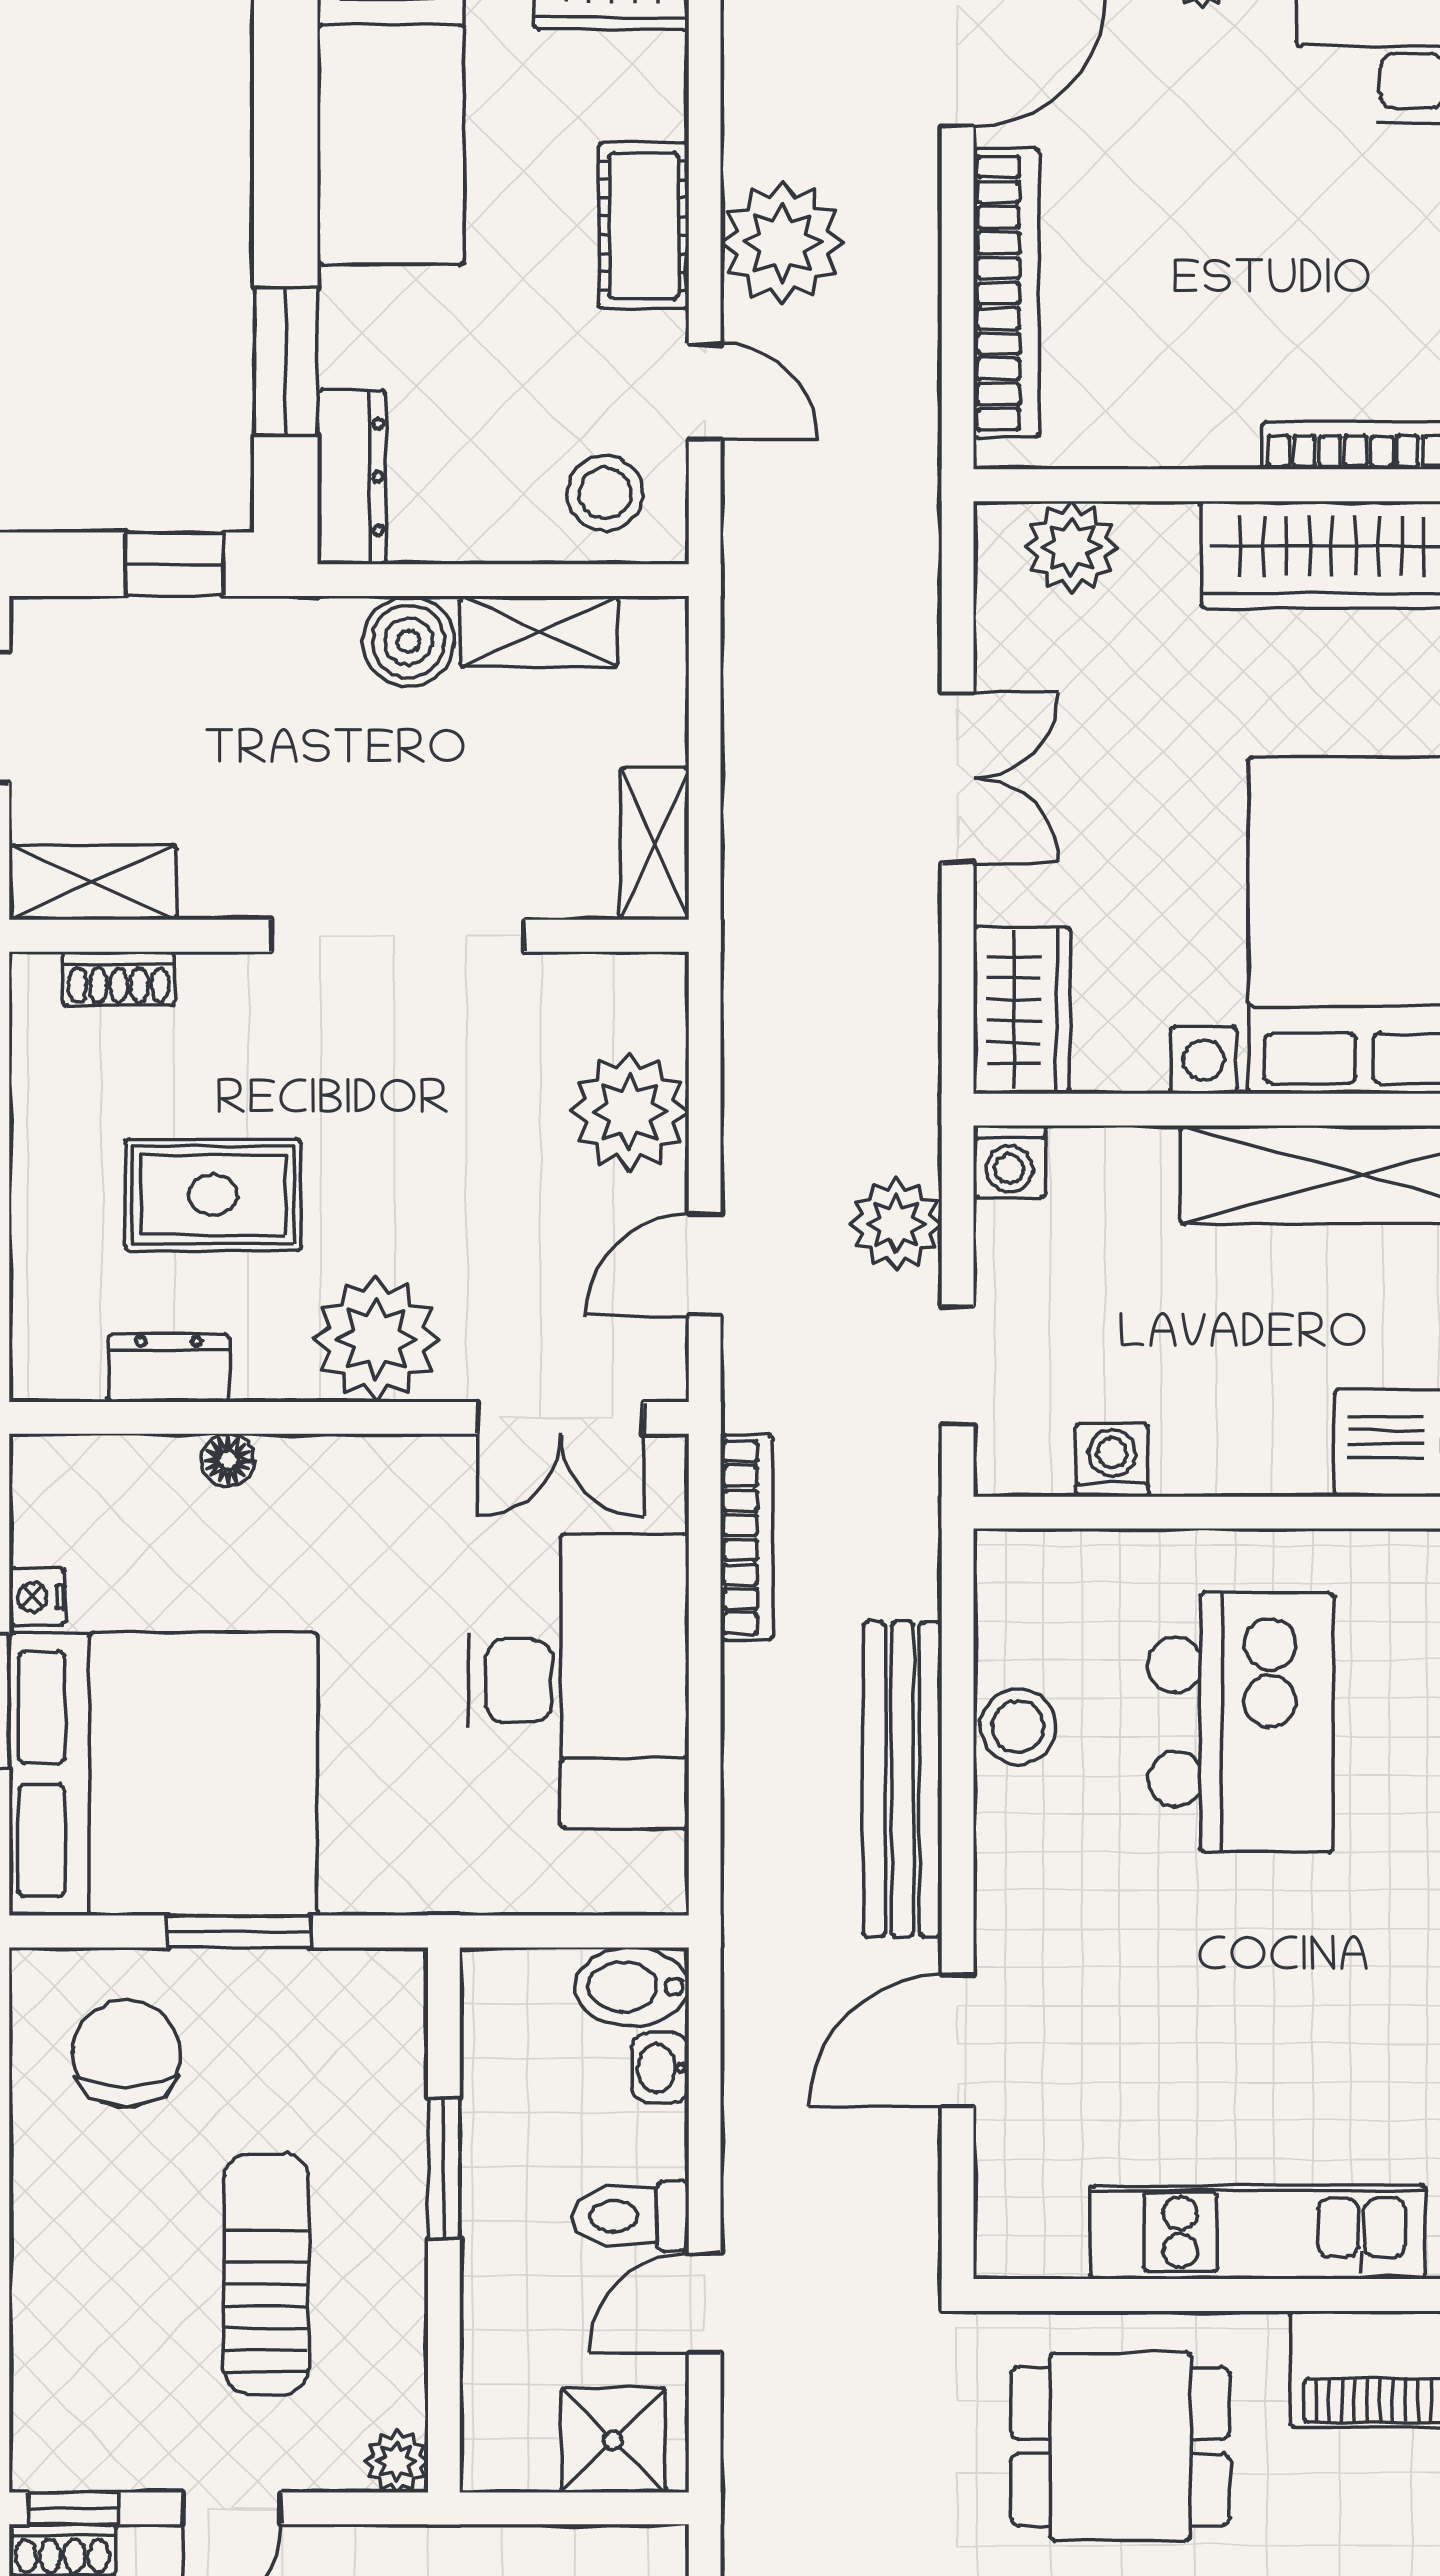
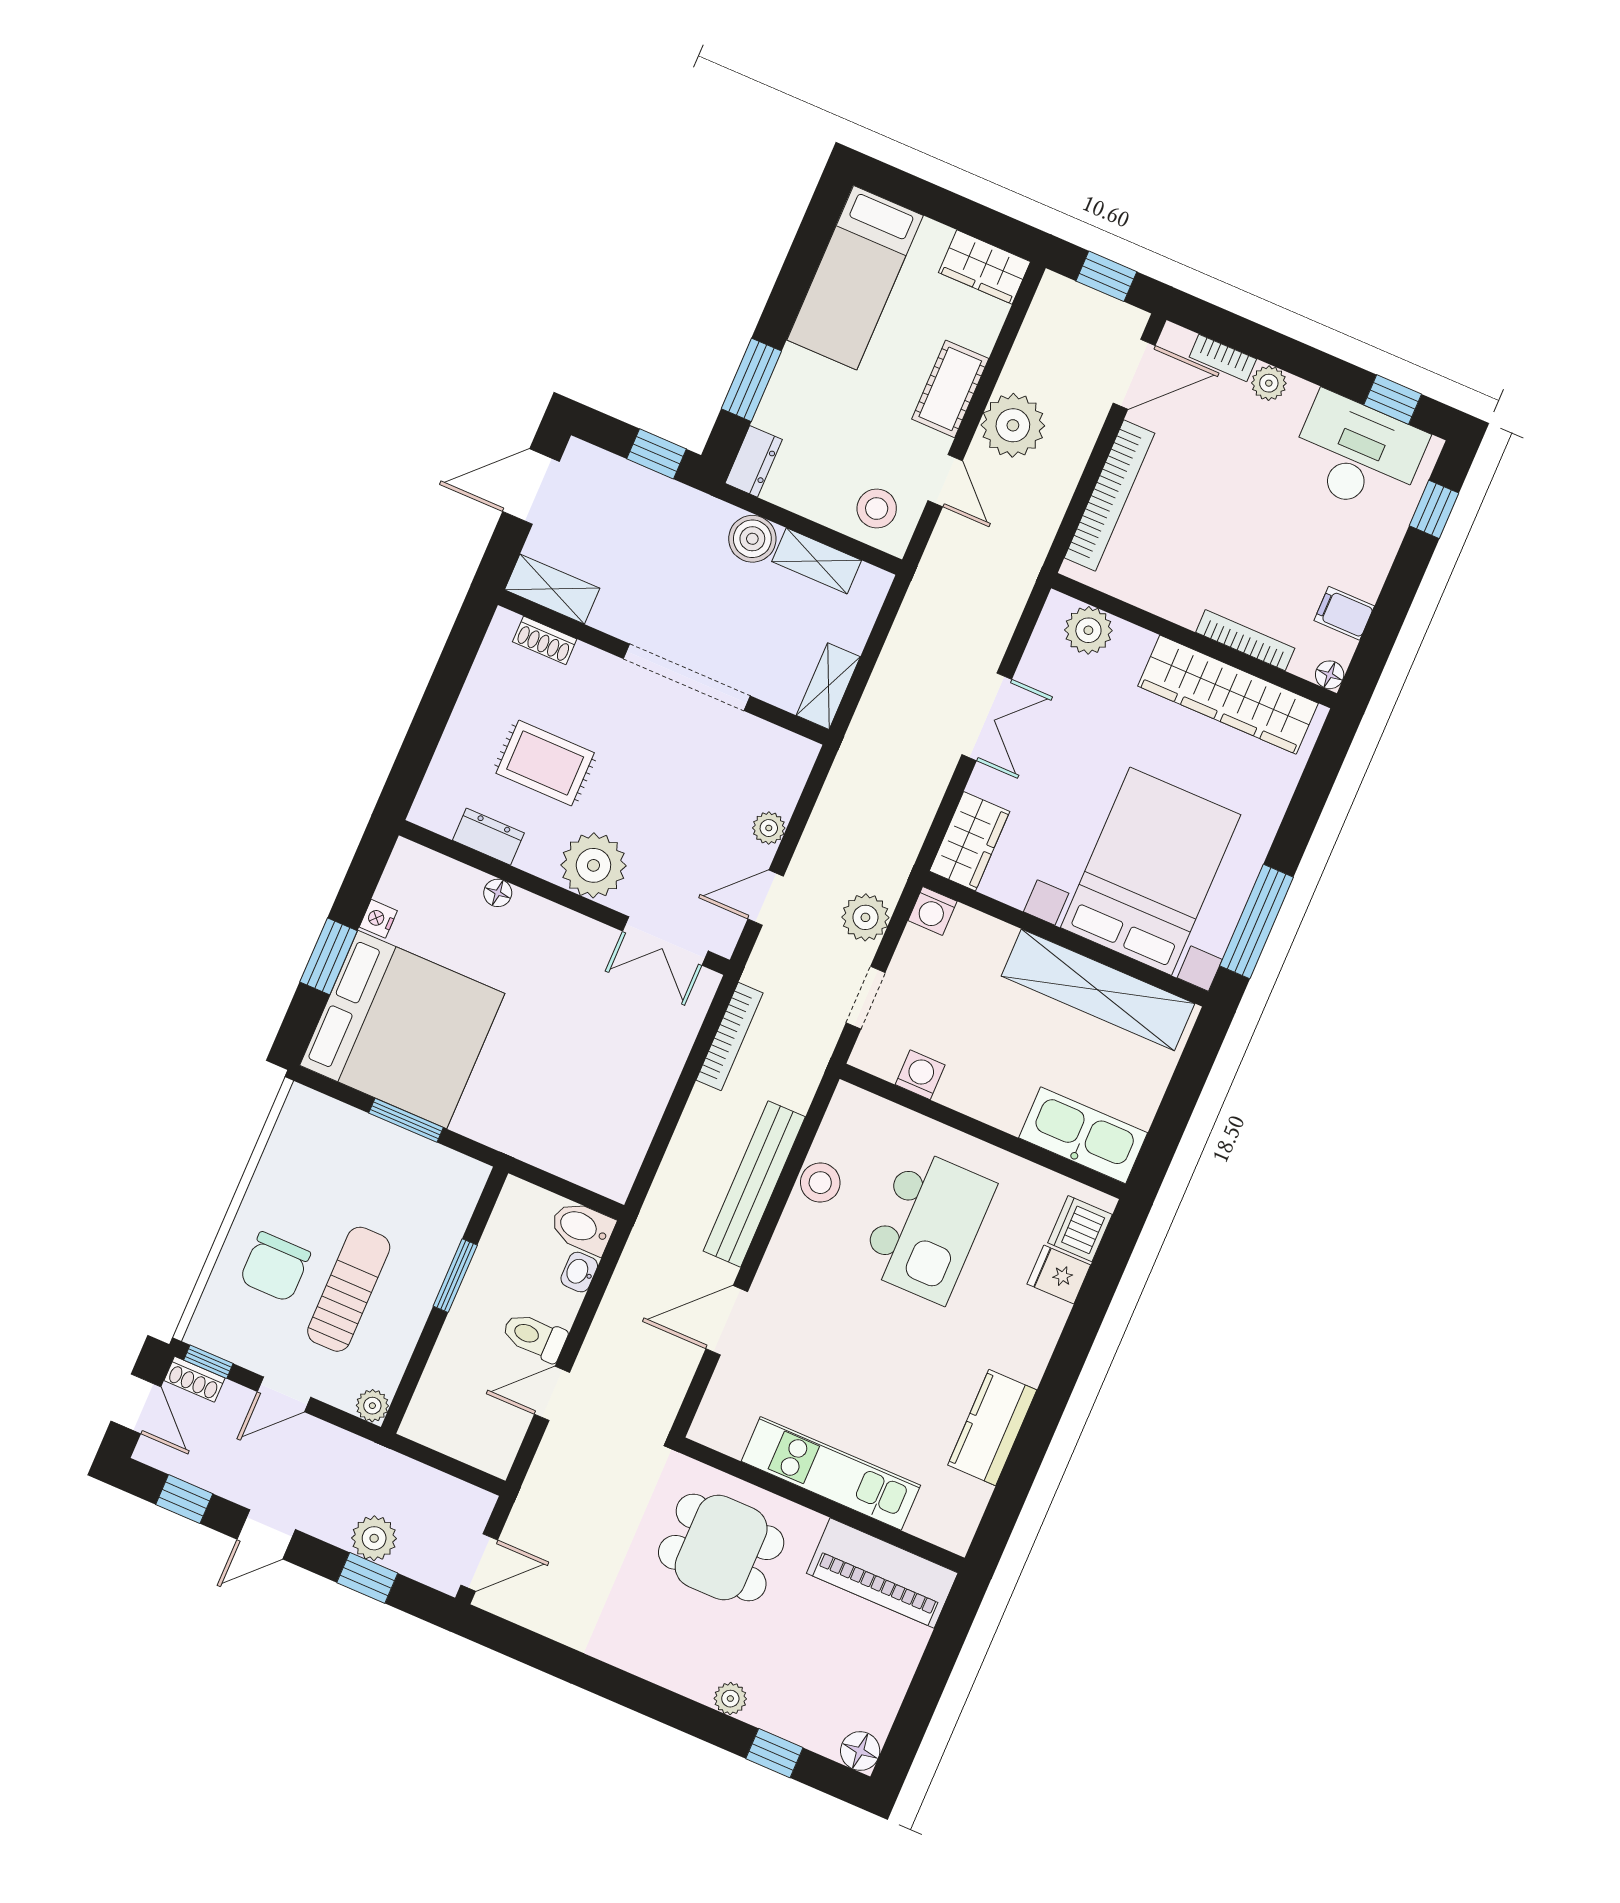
dresser: (352, 477) -> (754, 461), width x0.70
plant: (630, 1112) -> (769, 828), width x0.53, depth x0.53
desk: (578, 1681) -> (620, 1070), removed
chair: (126, 2053) -> (275, 1267), moved, turned 180
shower: (613, 2440) -> (480, 1440), removed

